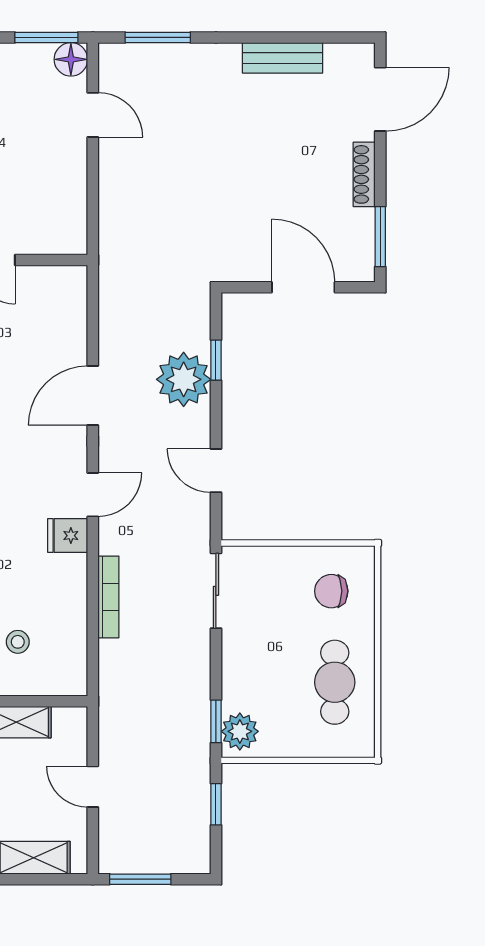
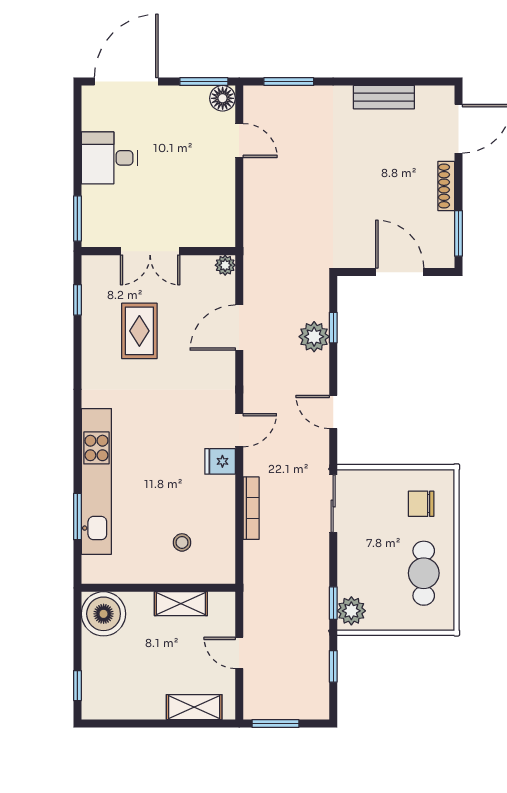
plant: (74, 278) -> (225, 265), added
plant: (184, 379) -> (314, 337), width x0.73, depth x0.73
door: (93, 396) -> (239, 328), moved

